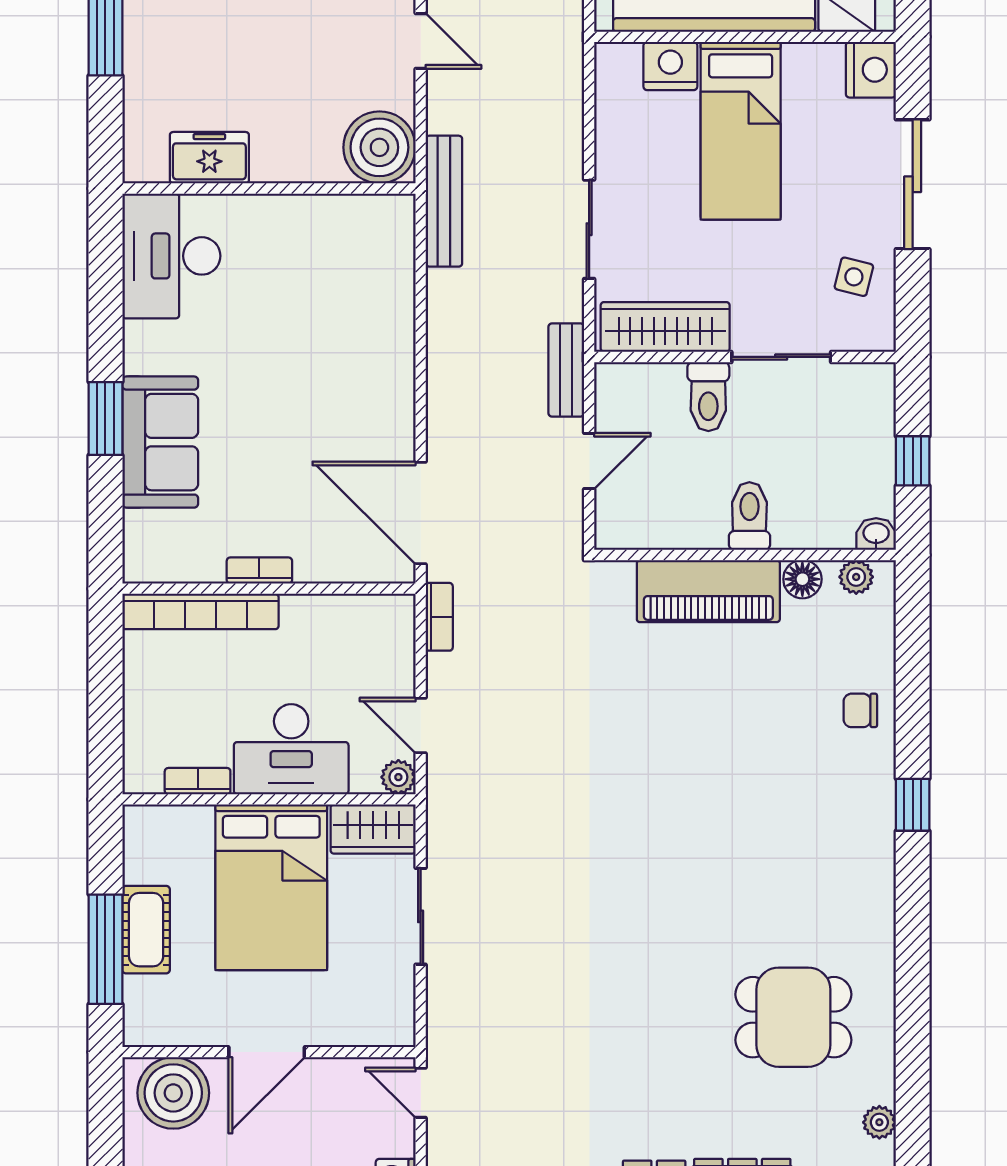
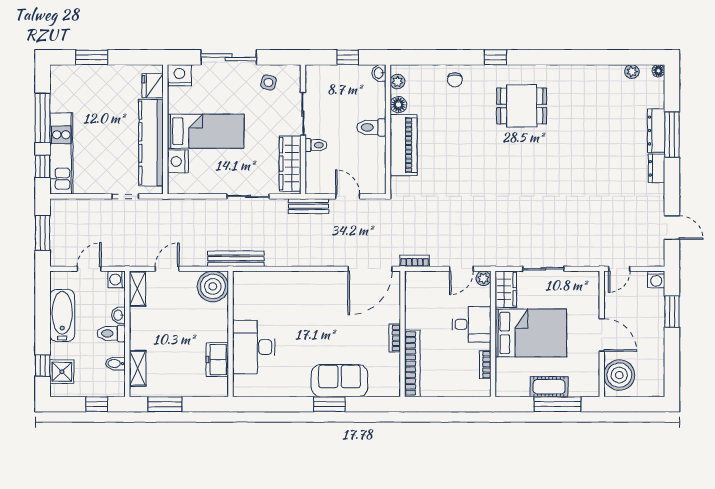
desk: (171, 256) -> (254, 347), moved, turned 90
toilet: (708, 397) -> (316, 145), width x0.73, depth x0.72
desk: (291, 749) -> (472, 324), width x0.73
dining table: (793, 1017) -> (522, 106), moved, turned 90

